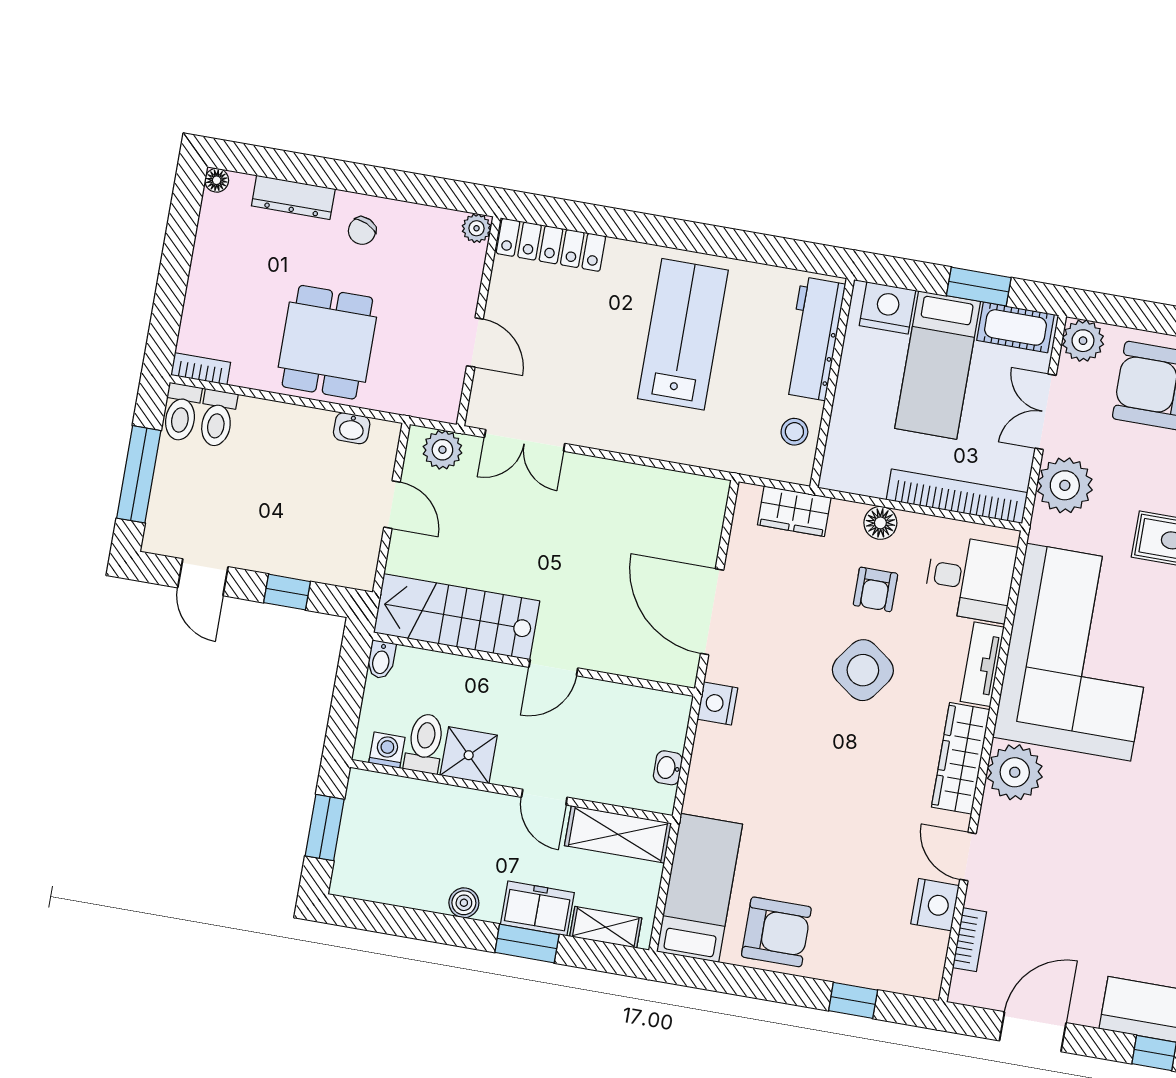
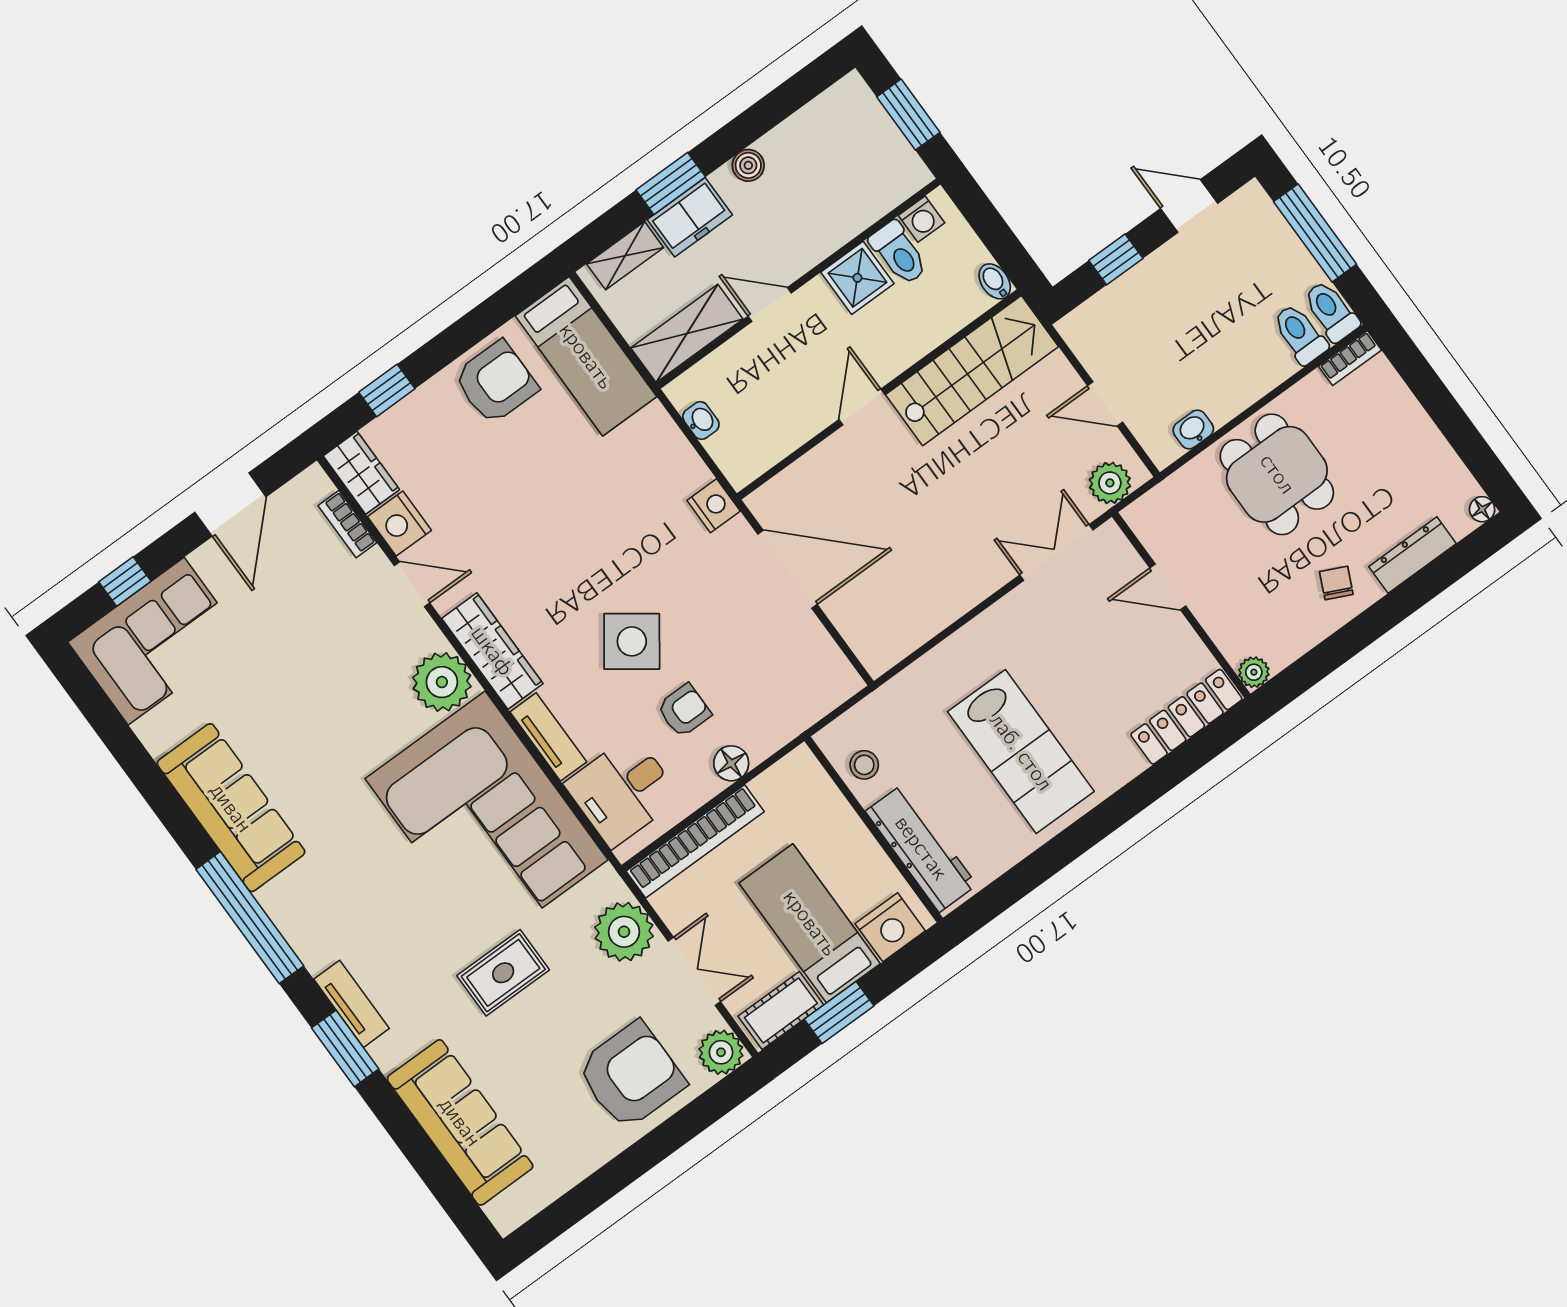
wardrobe: (794, 511) -> (361, 473), moved, turned 90
armchair: (875, 589) -> (684, 710), turned 90
armchair: (776, 932) -> (496, 382), turned 180

